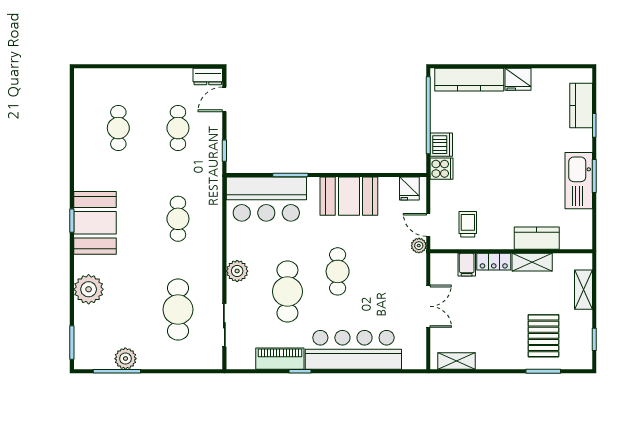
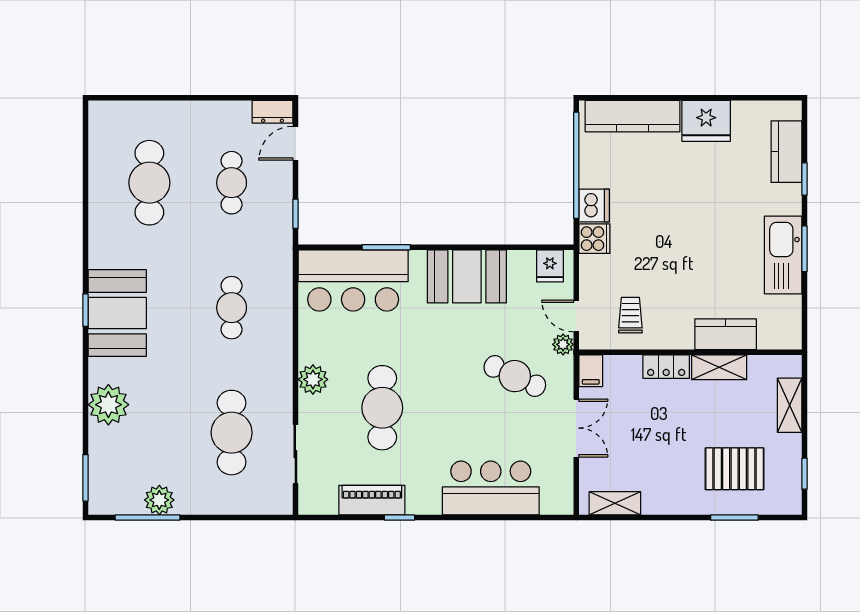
fridge: (518, 79) -> (706, 121), width x1.36, depth x1.34
cafe table: (118, 128) -> (149, 183), width x1.37, depth x1.35
filing cabinet: (467, 265) -> (591, 371), moved
cafe table: (338, 271) -> (515, 376), moved, turned -65
pallet: (543, 336) -> (735, 469), turned 90
bar counter: (353, 350) -> (491, 488), width x0.73

